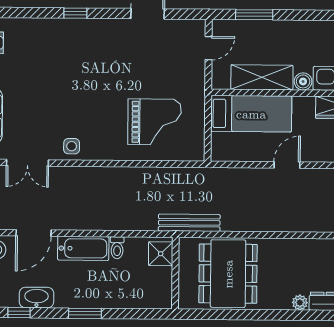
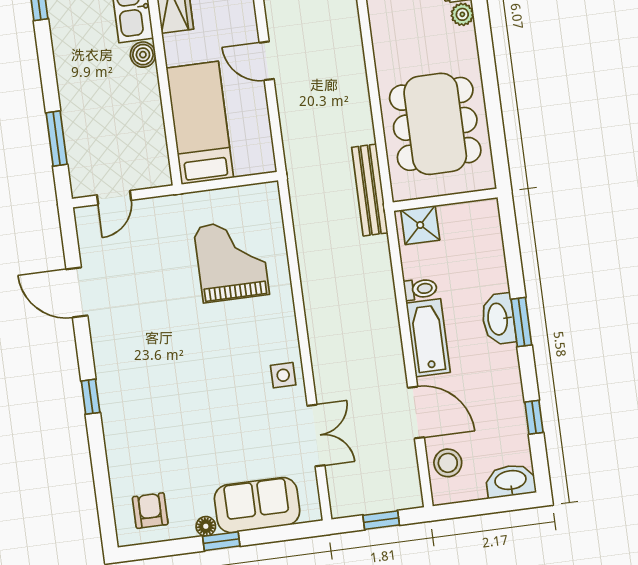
door: (209, 48) -> (114, 198), swing flipped
shelving: (262, 77) -> (145, 115), removed
dining table: (228, 274) -> (435, 124), turned 90
washbasin: (36, 298) -> (498, 319), moved

